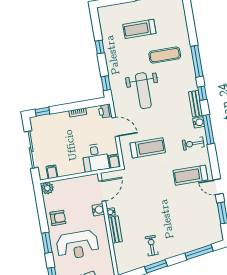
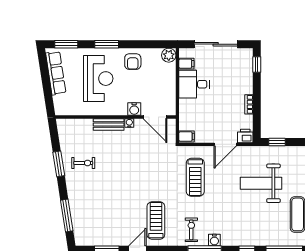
bench: (196, 104) -> (236, 240), removed
desk: (95, 158) -> (194, 84), moved
reception desk: (77, 245) -> (98, 79), turned 180

